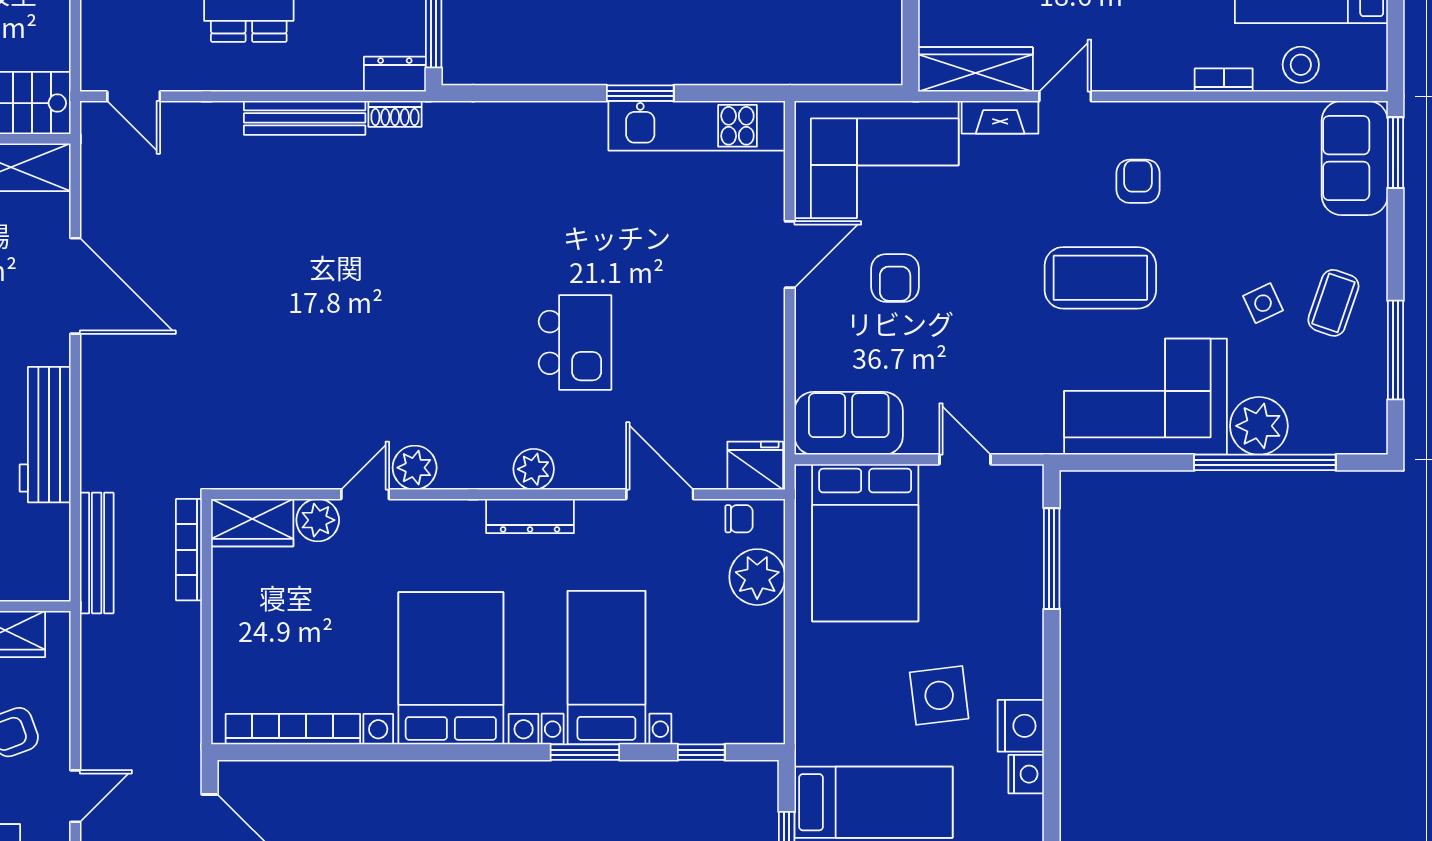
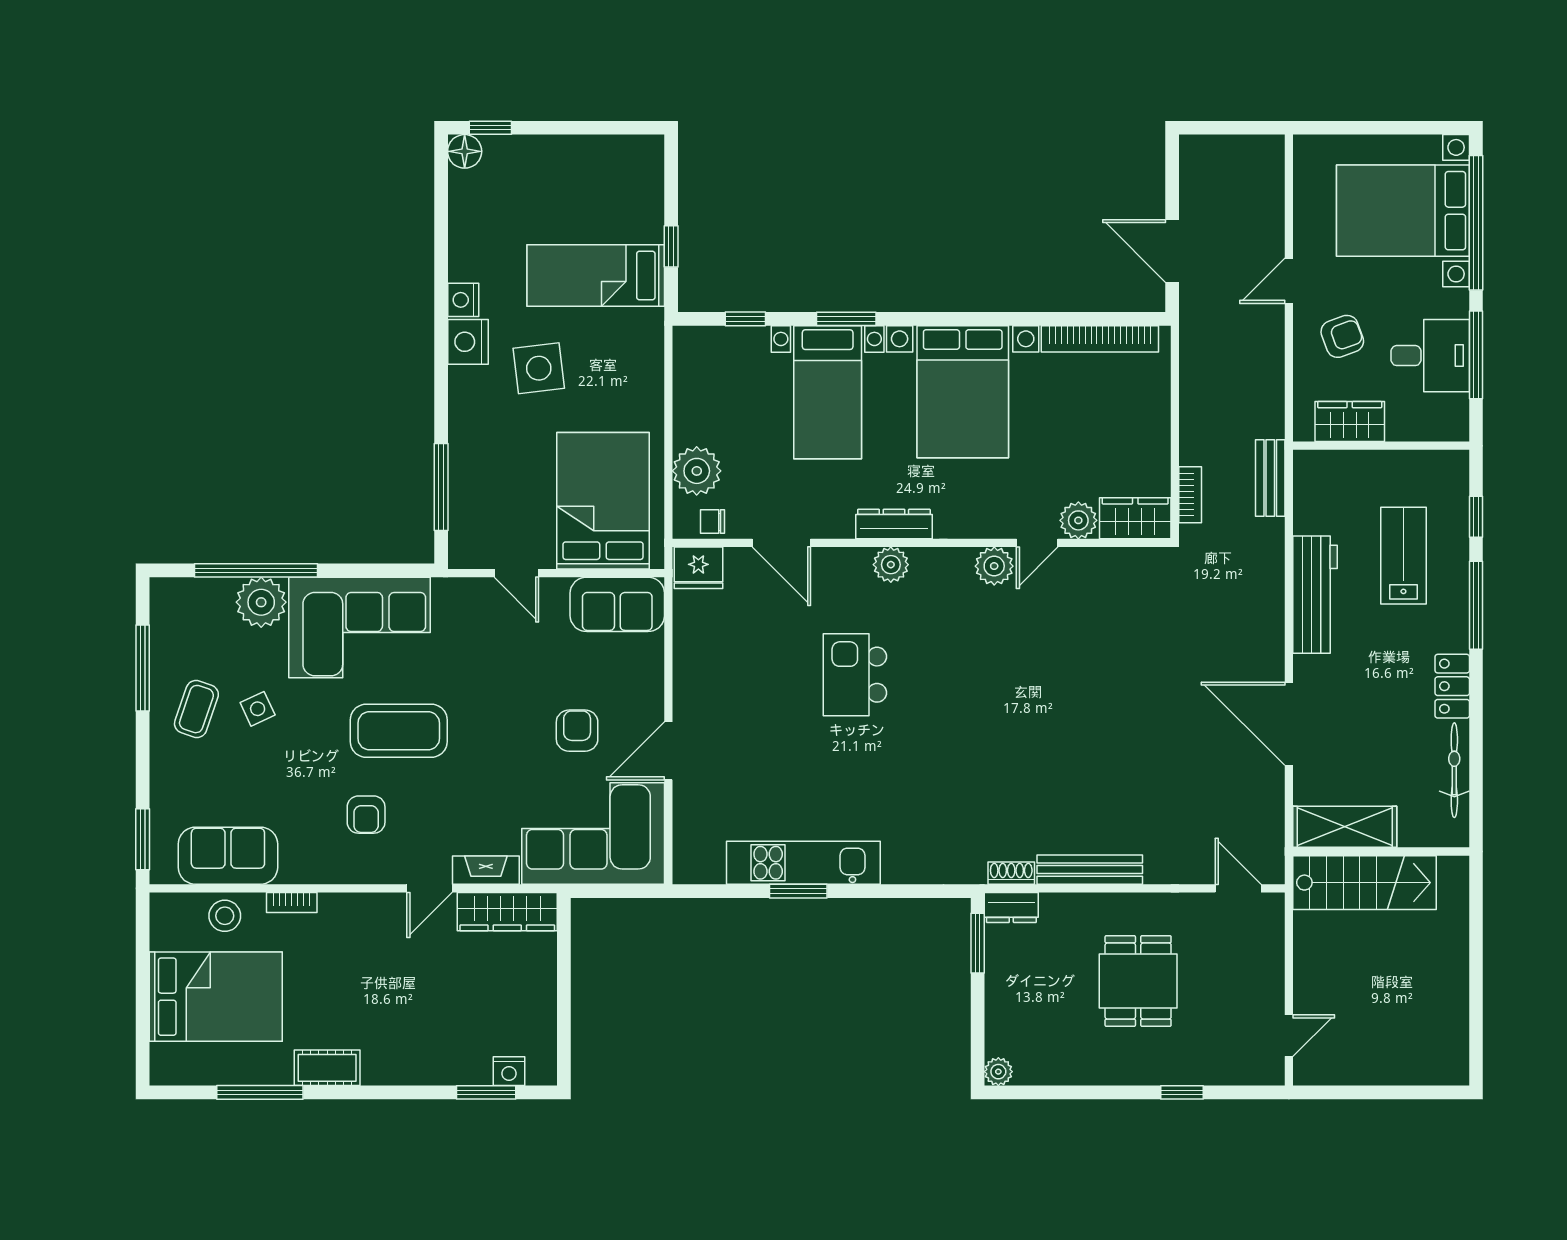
kitchen unit: (697, 126) -> (803, 863), moved
sofa: (1355, 158) -> (228, 856), moved, turned -90
bookcase: (189, 550) -> (1190, 495), width x0.64
bench: (97, 553) -> (1270, 478), width x0.73

